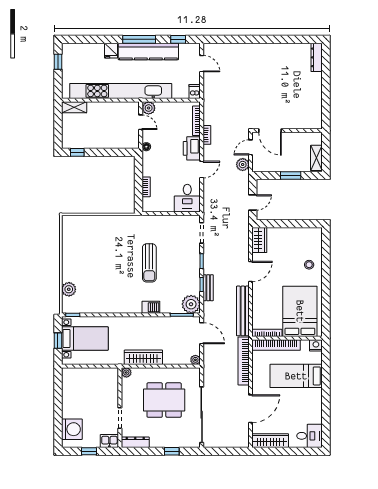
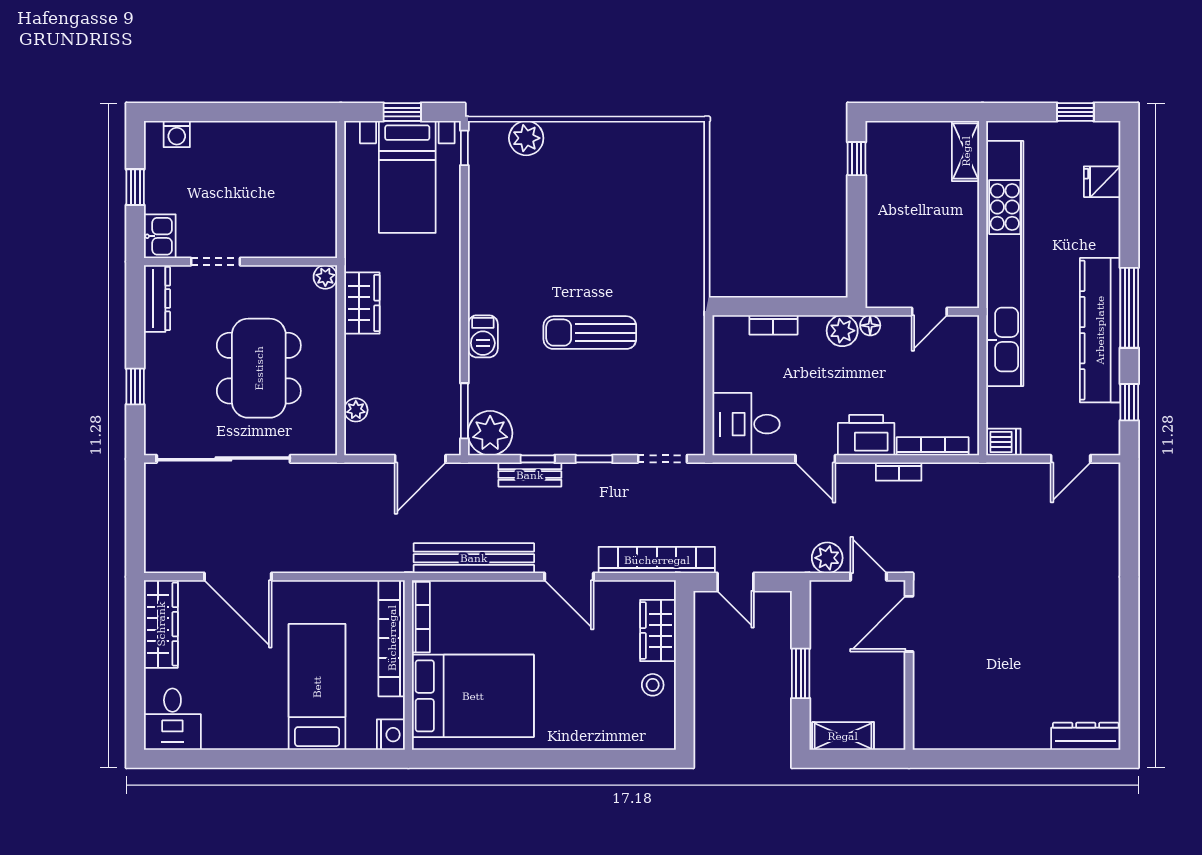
fridge: (111, 51) -> (1102, 182), moved
plant: (149, 108) -> (842, 331), moved
wardrobe: (259, 240) -> (658, 630), moved, turned 90
stool: (309, 265) -> (653, 685), moved
wardrobe: (143, 357) -> (362, 303), width x0.67
plant: (195, 360) -> (356, 410), moved
bookcase: (244, 361) -> (657, 560), moved
washing machine: (72, 429) -> (177, 134), width x0.53, depth x0.53

